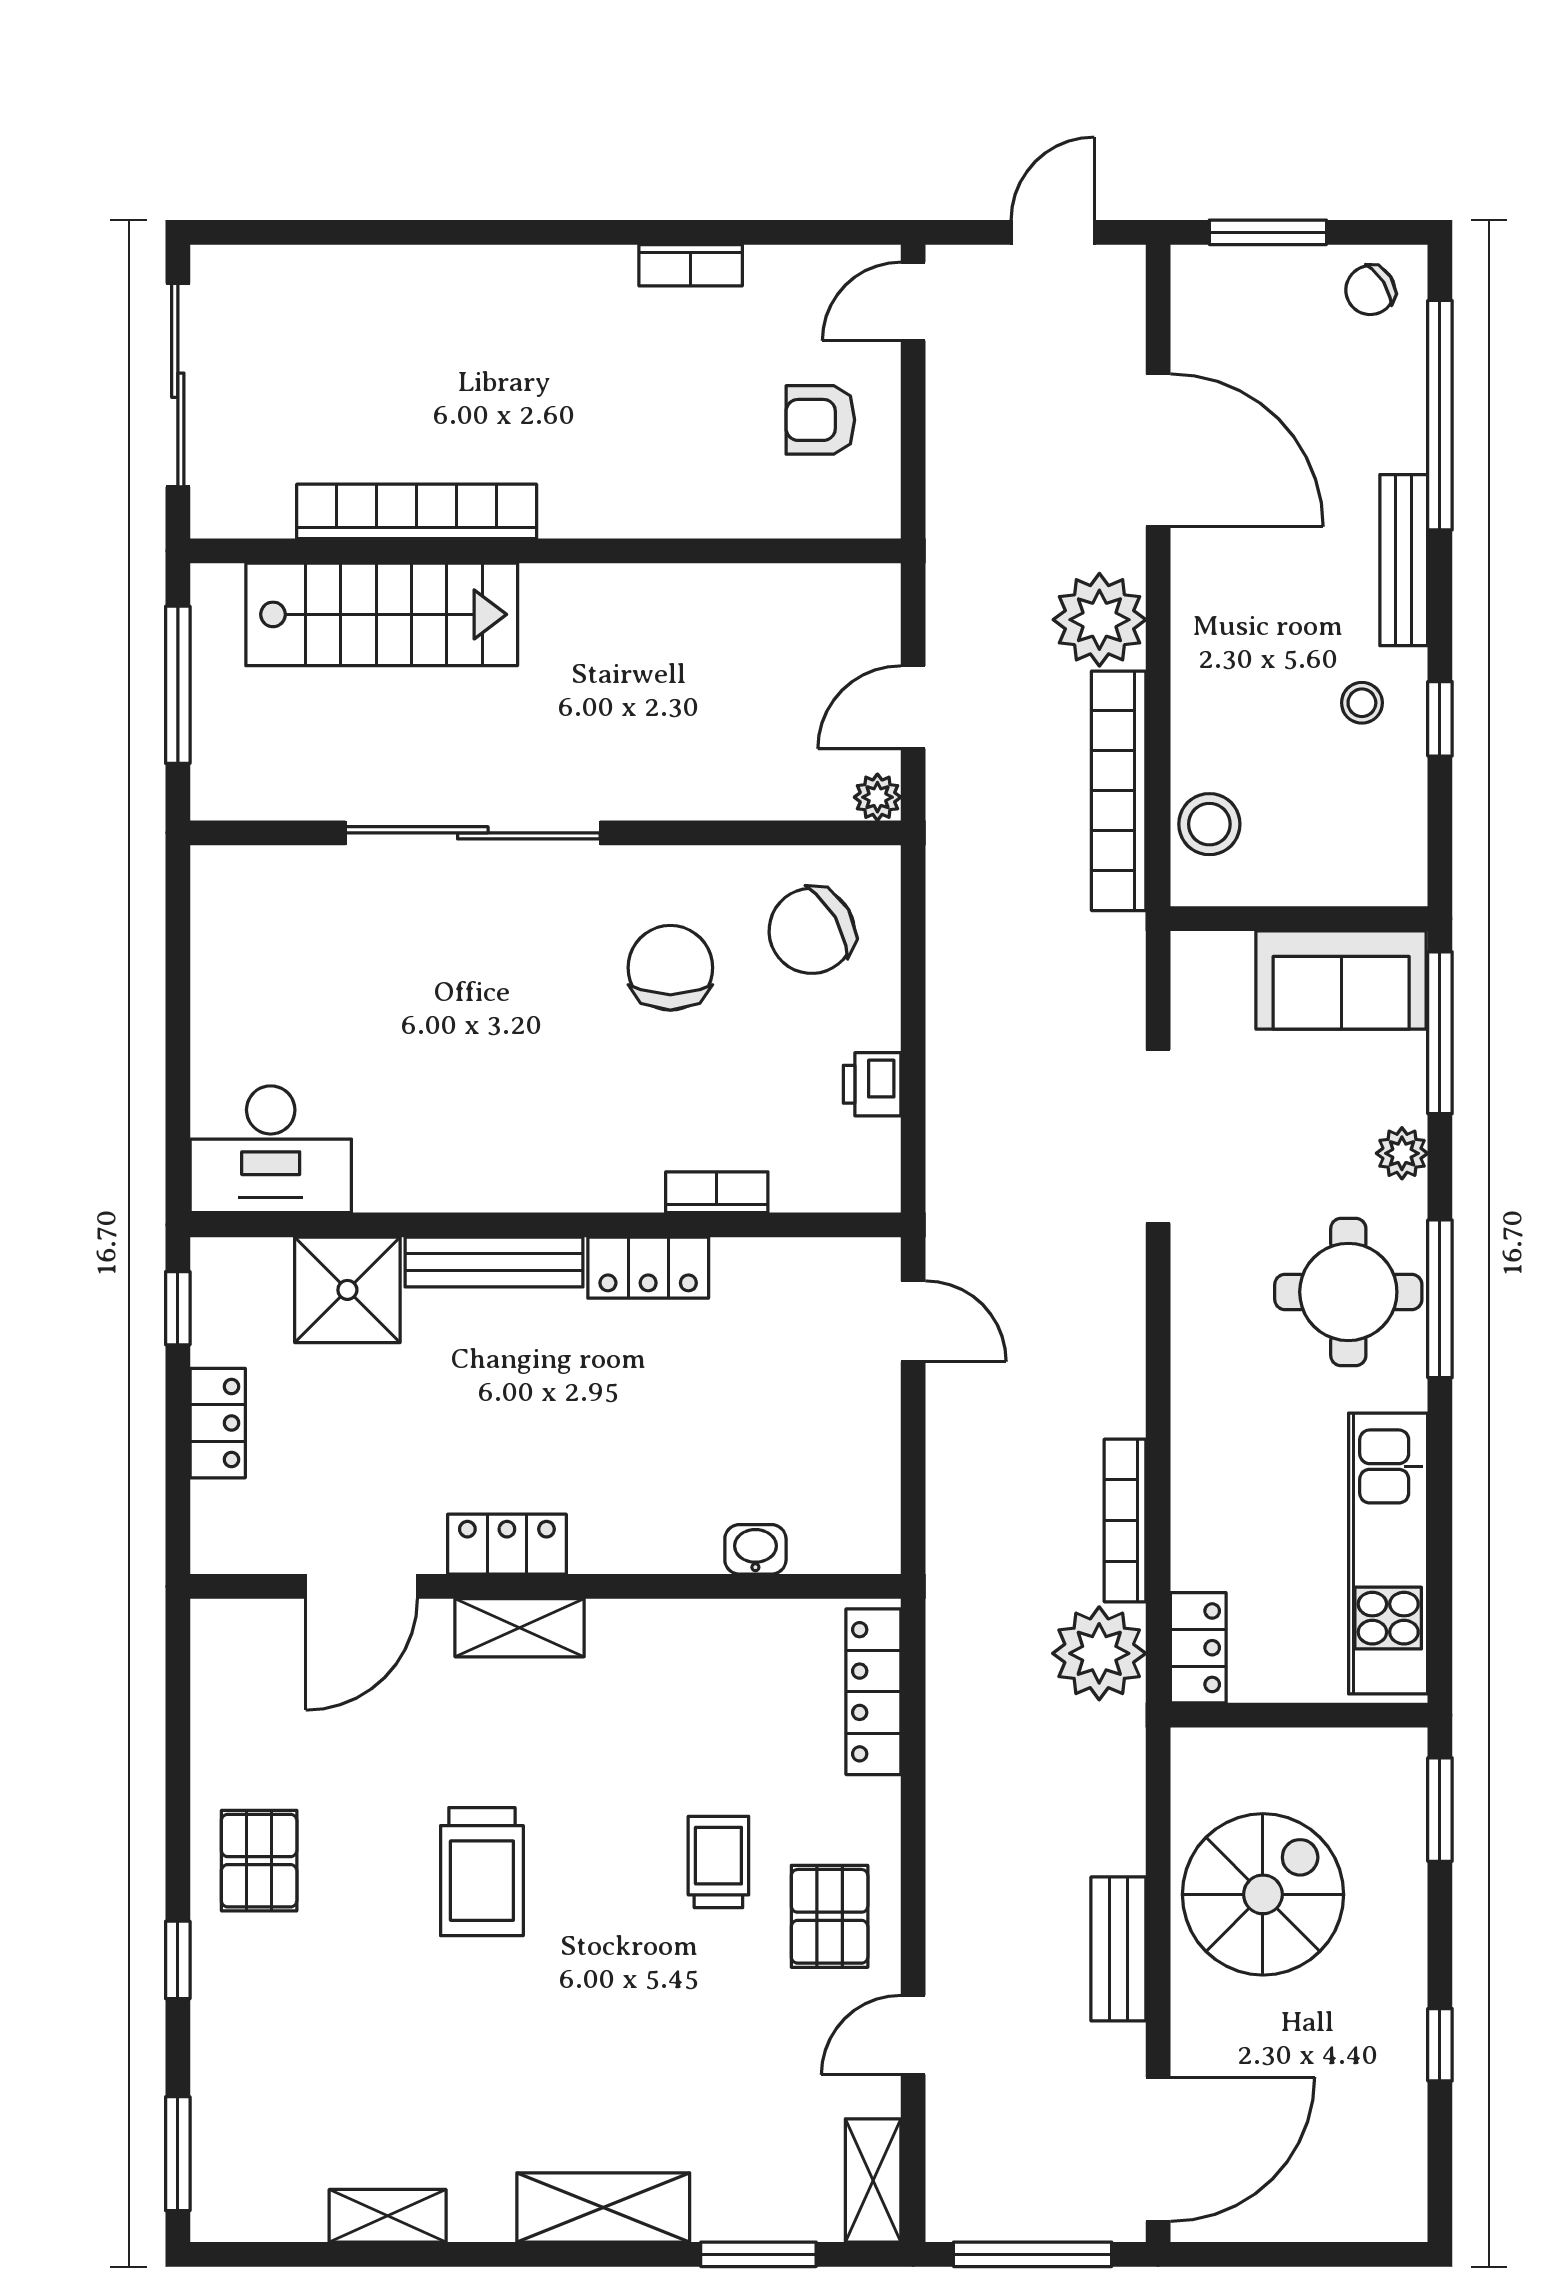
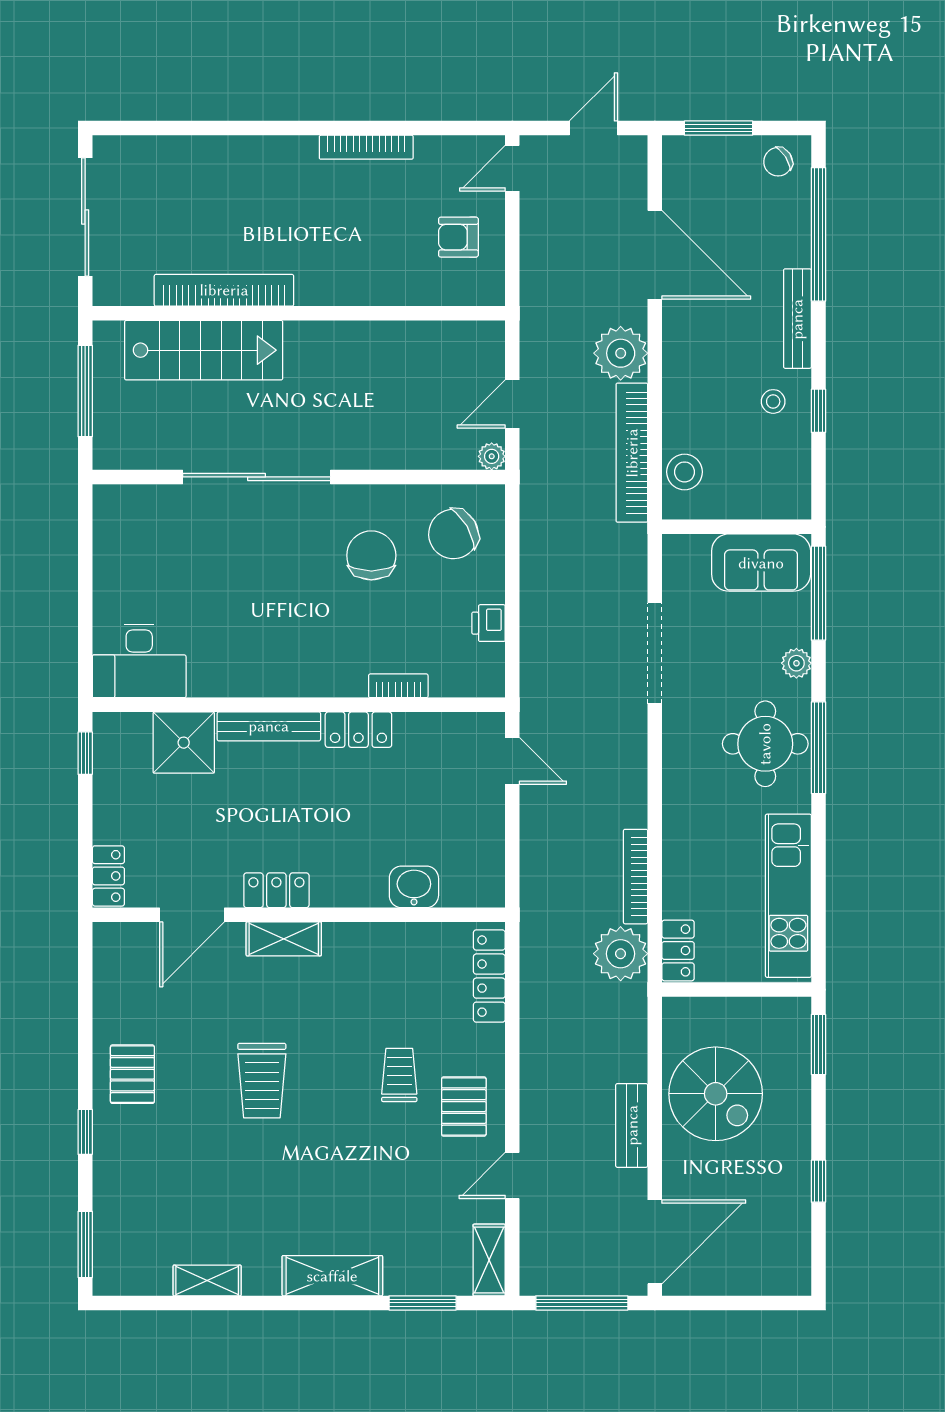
bookcase: (691, 265) -> (366, 147), width x1.56
locker: (218, 1423) -> (108, 876), moved
washbasin: (755, 1549) -> (414, 887), width x1.38, depth x1.45
spiral stairs: (1263, 1894) -> (716, 1094), turned 90

